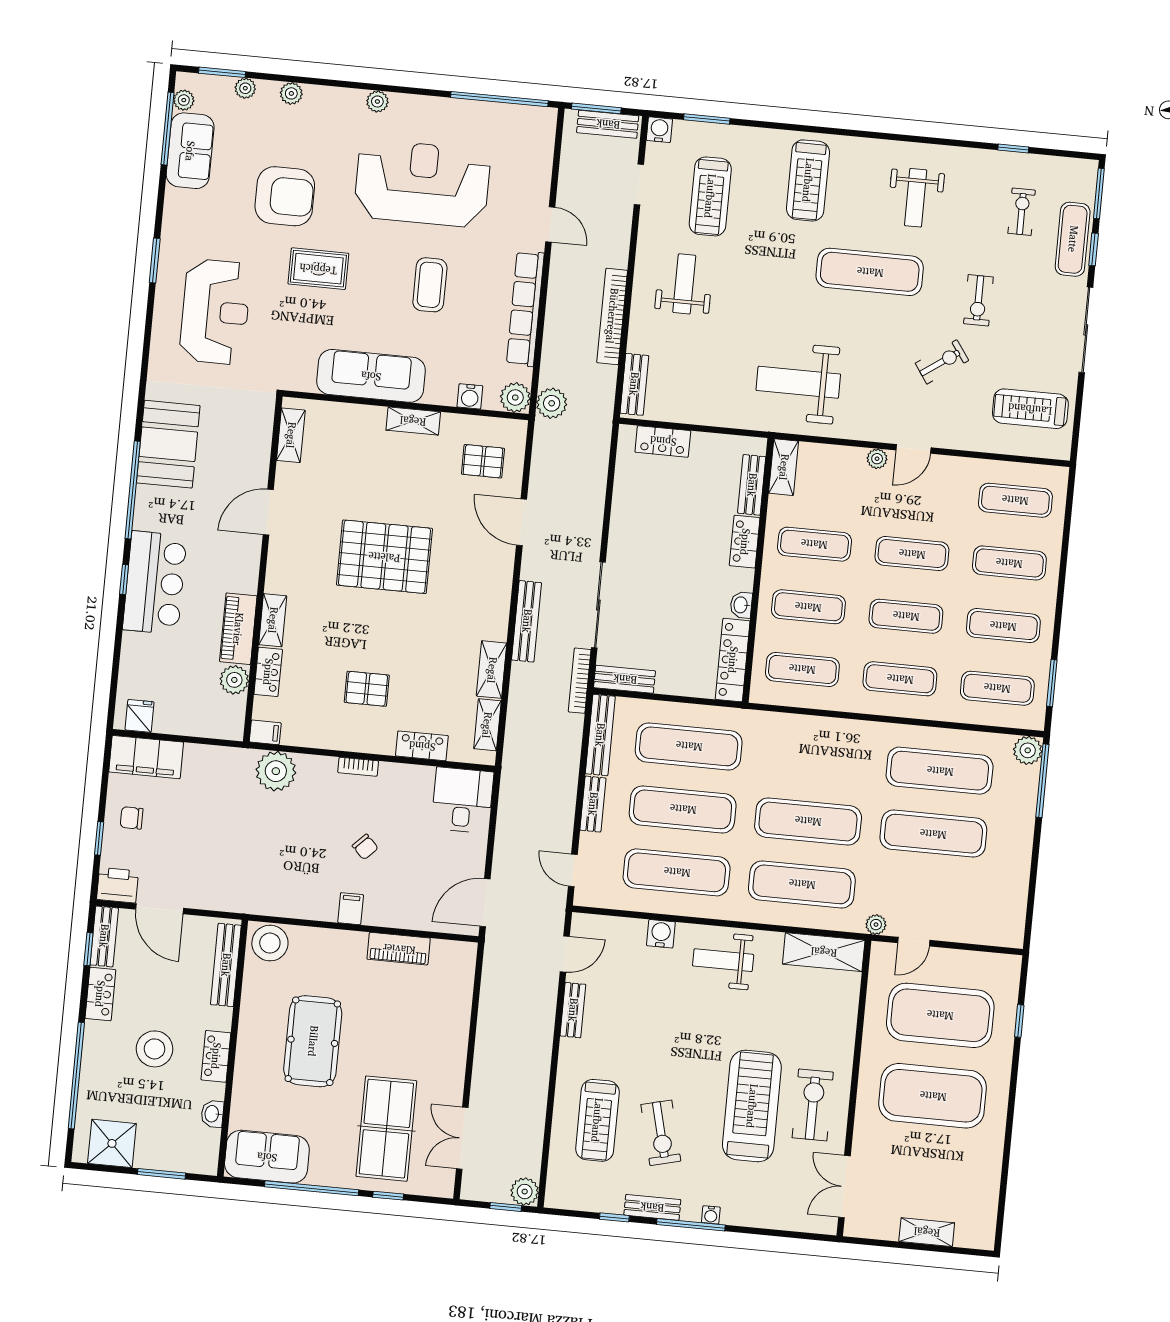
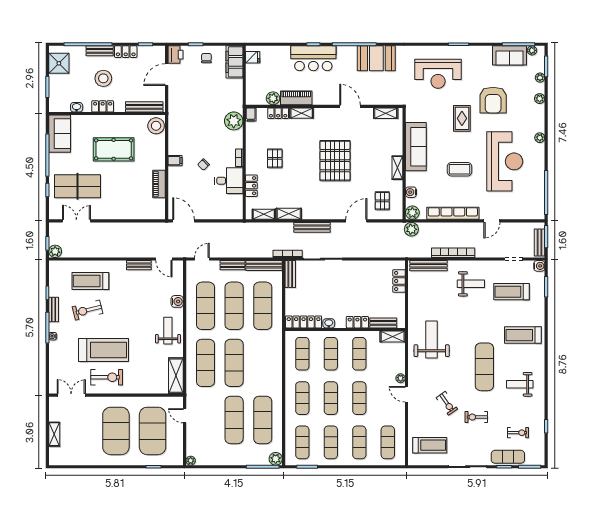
bench: (634, 384) -> (428, 266), width x1.36
treadmill: (1030, 409) -> (430, 445), turned 90
desk: (462, 800) -> (229, 181), moved
plant: (876, 925) -> (191, 461), moved
bench: (104, 936) -> (100, 51), moved

